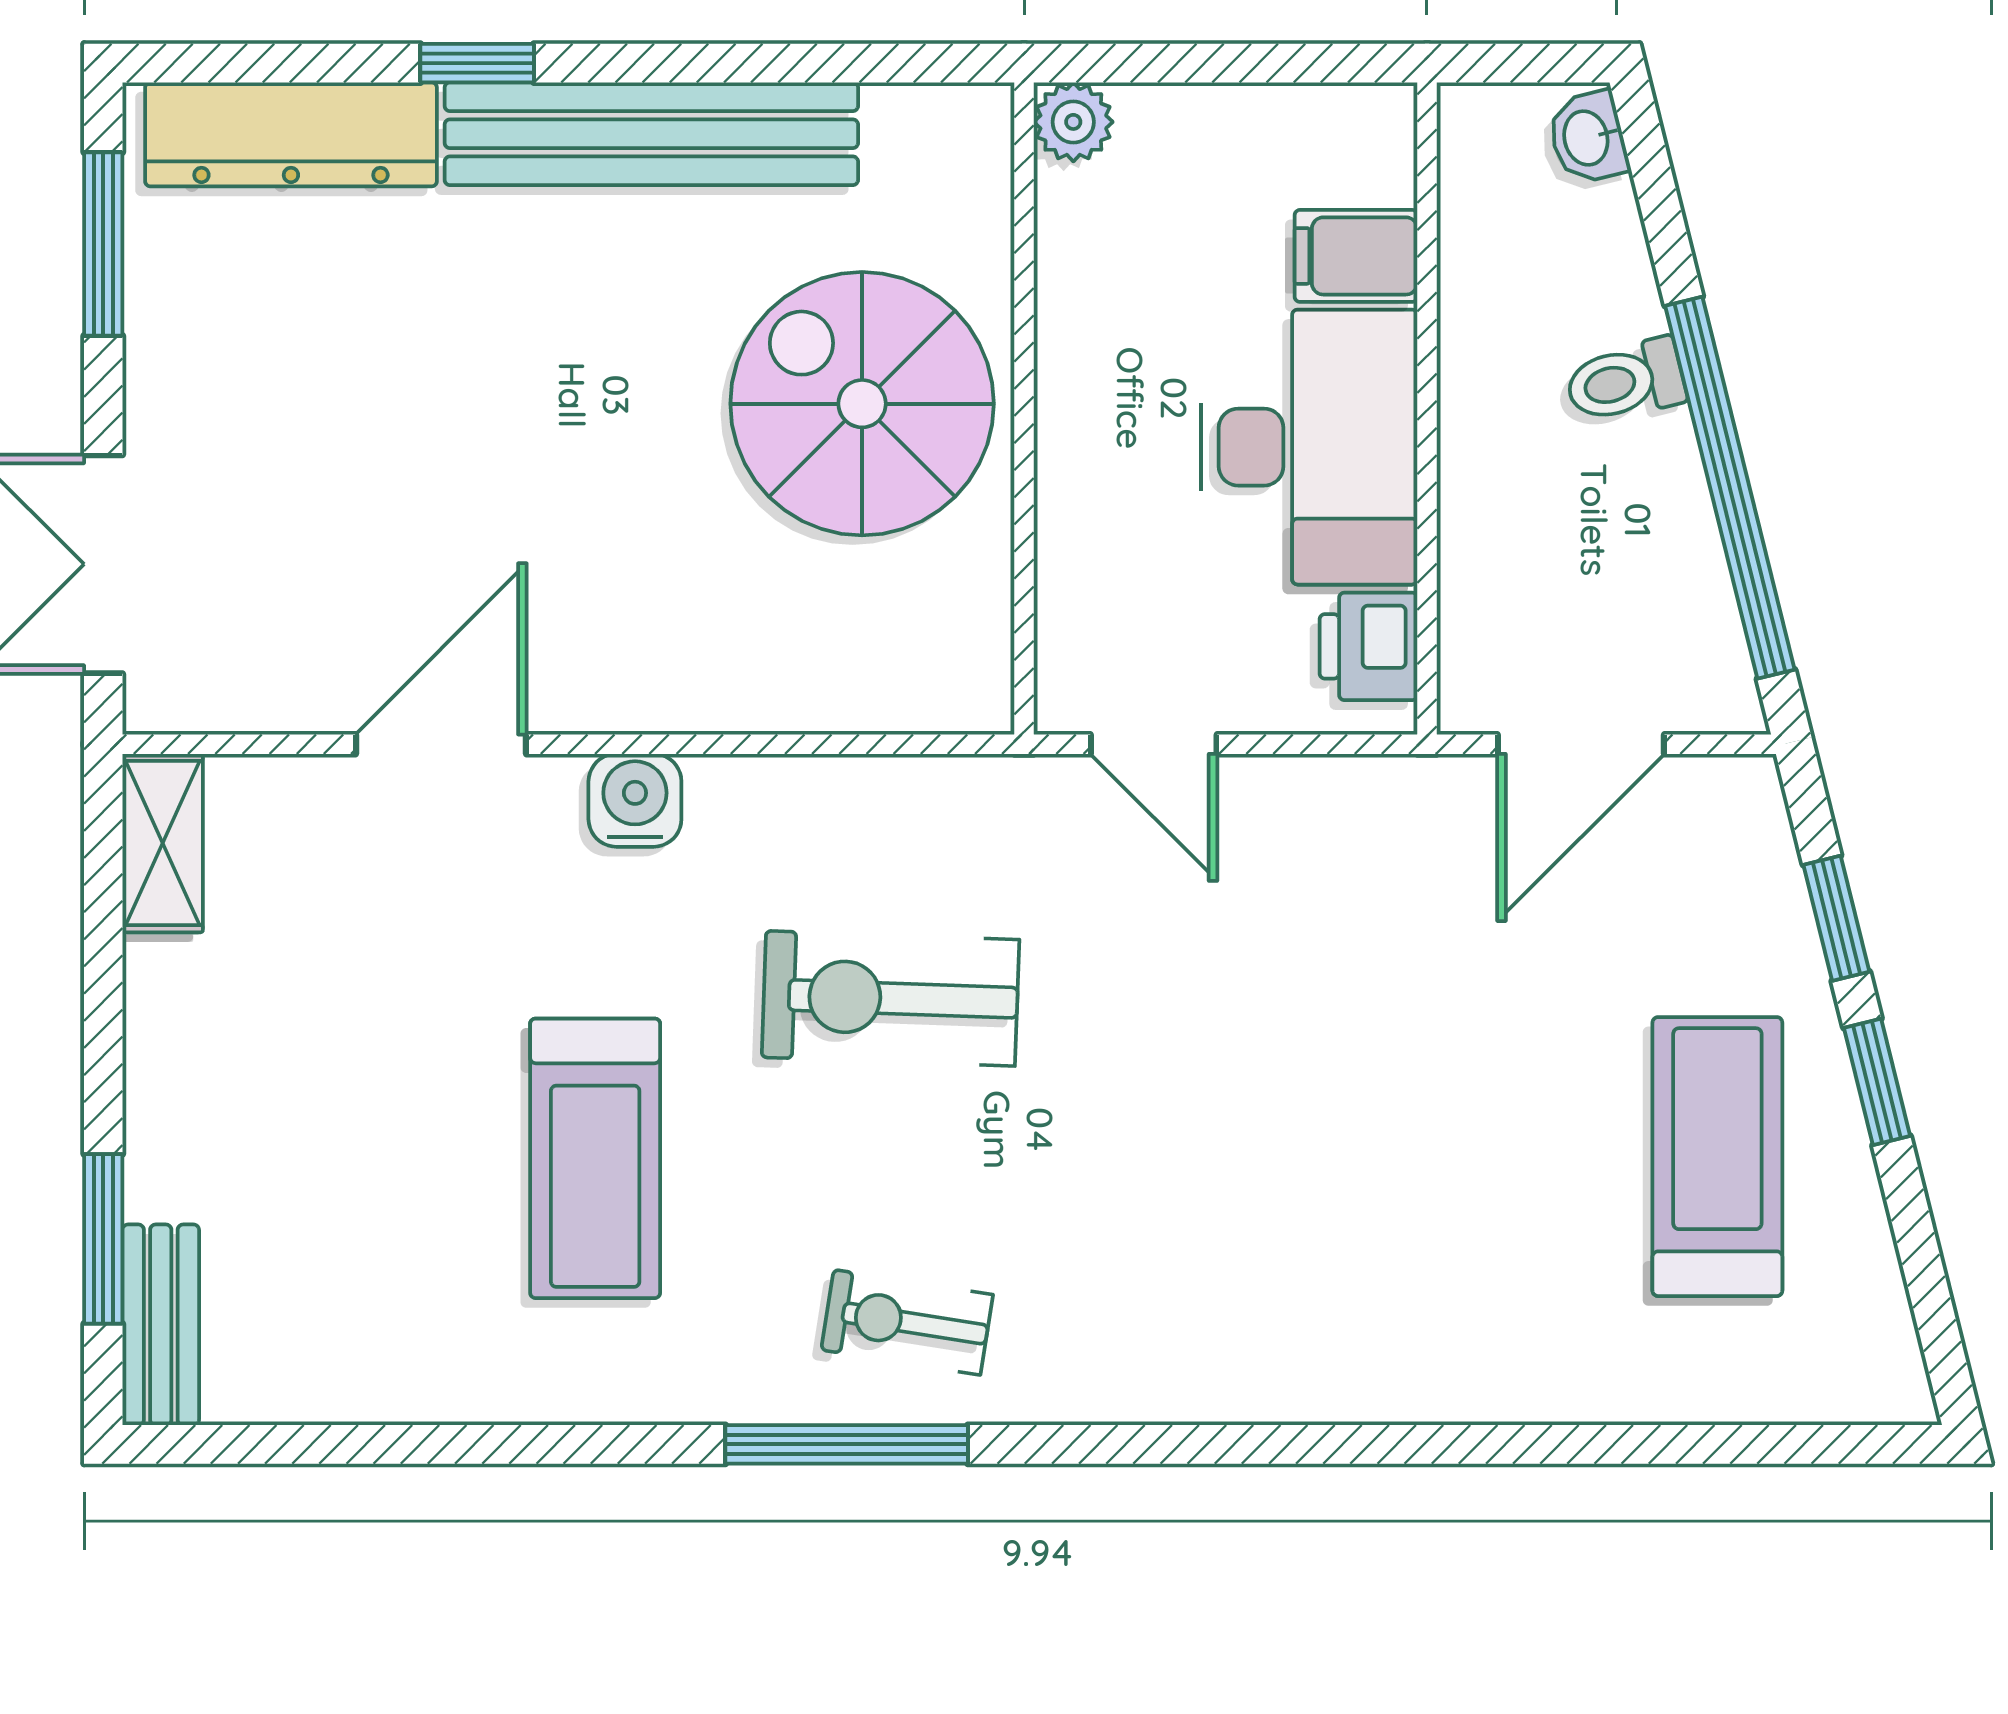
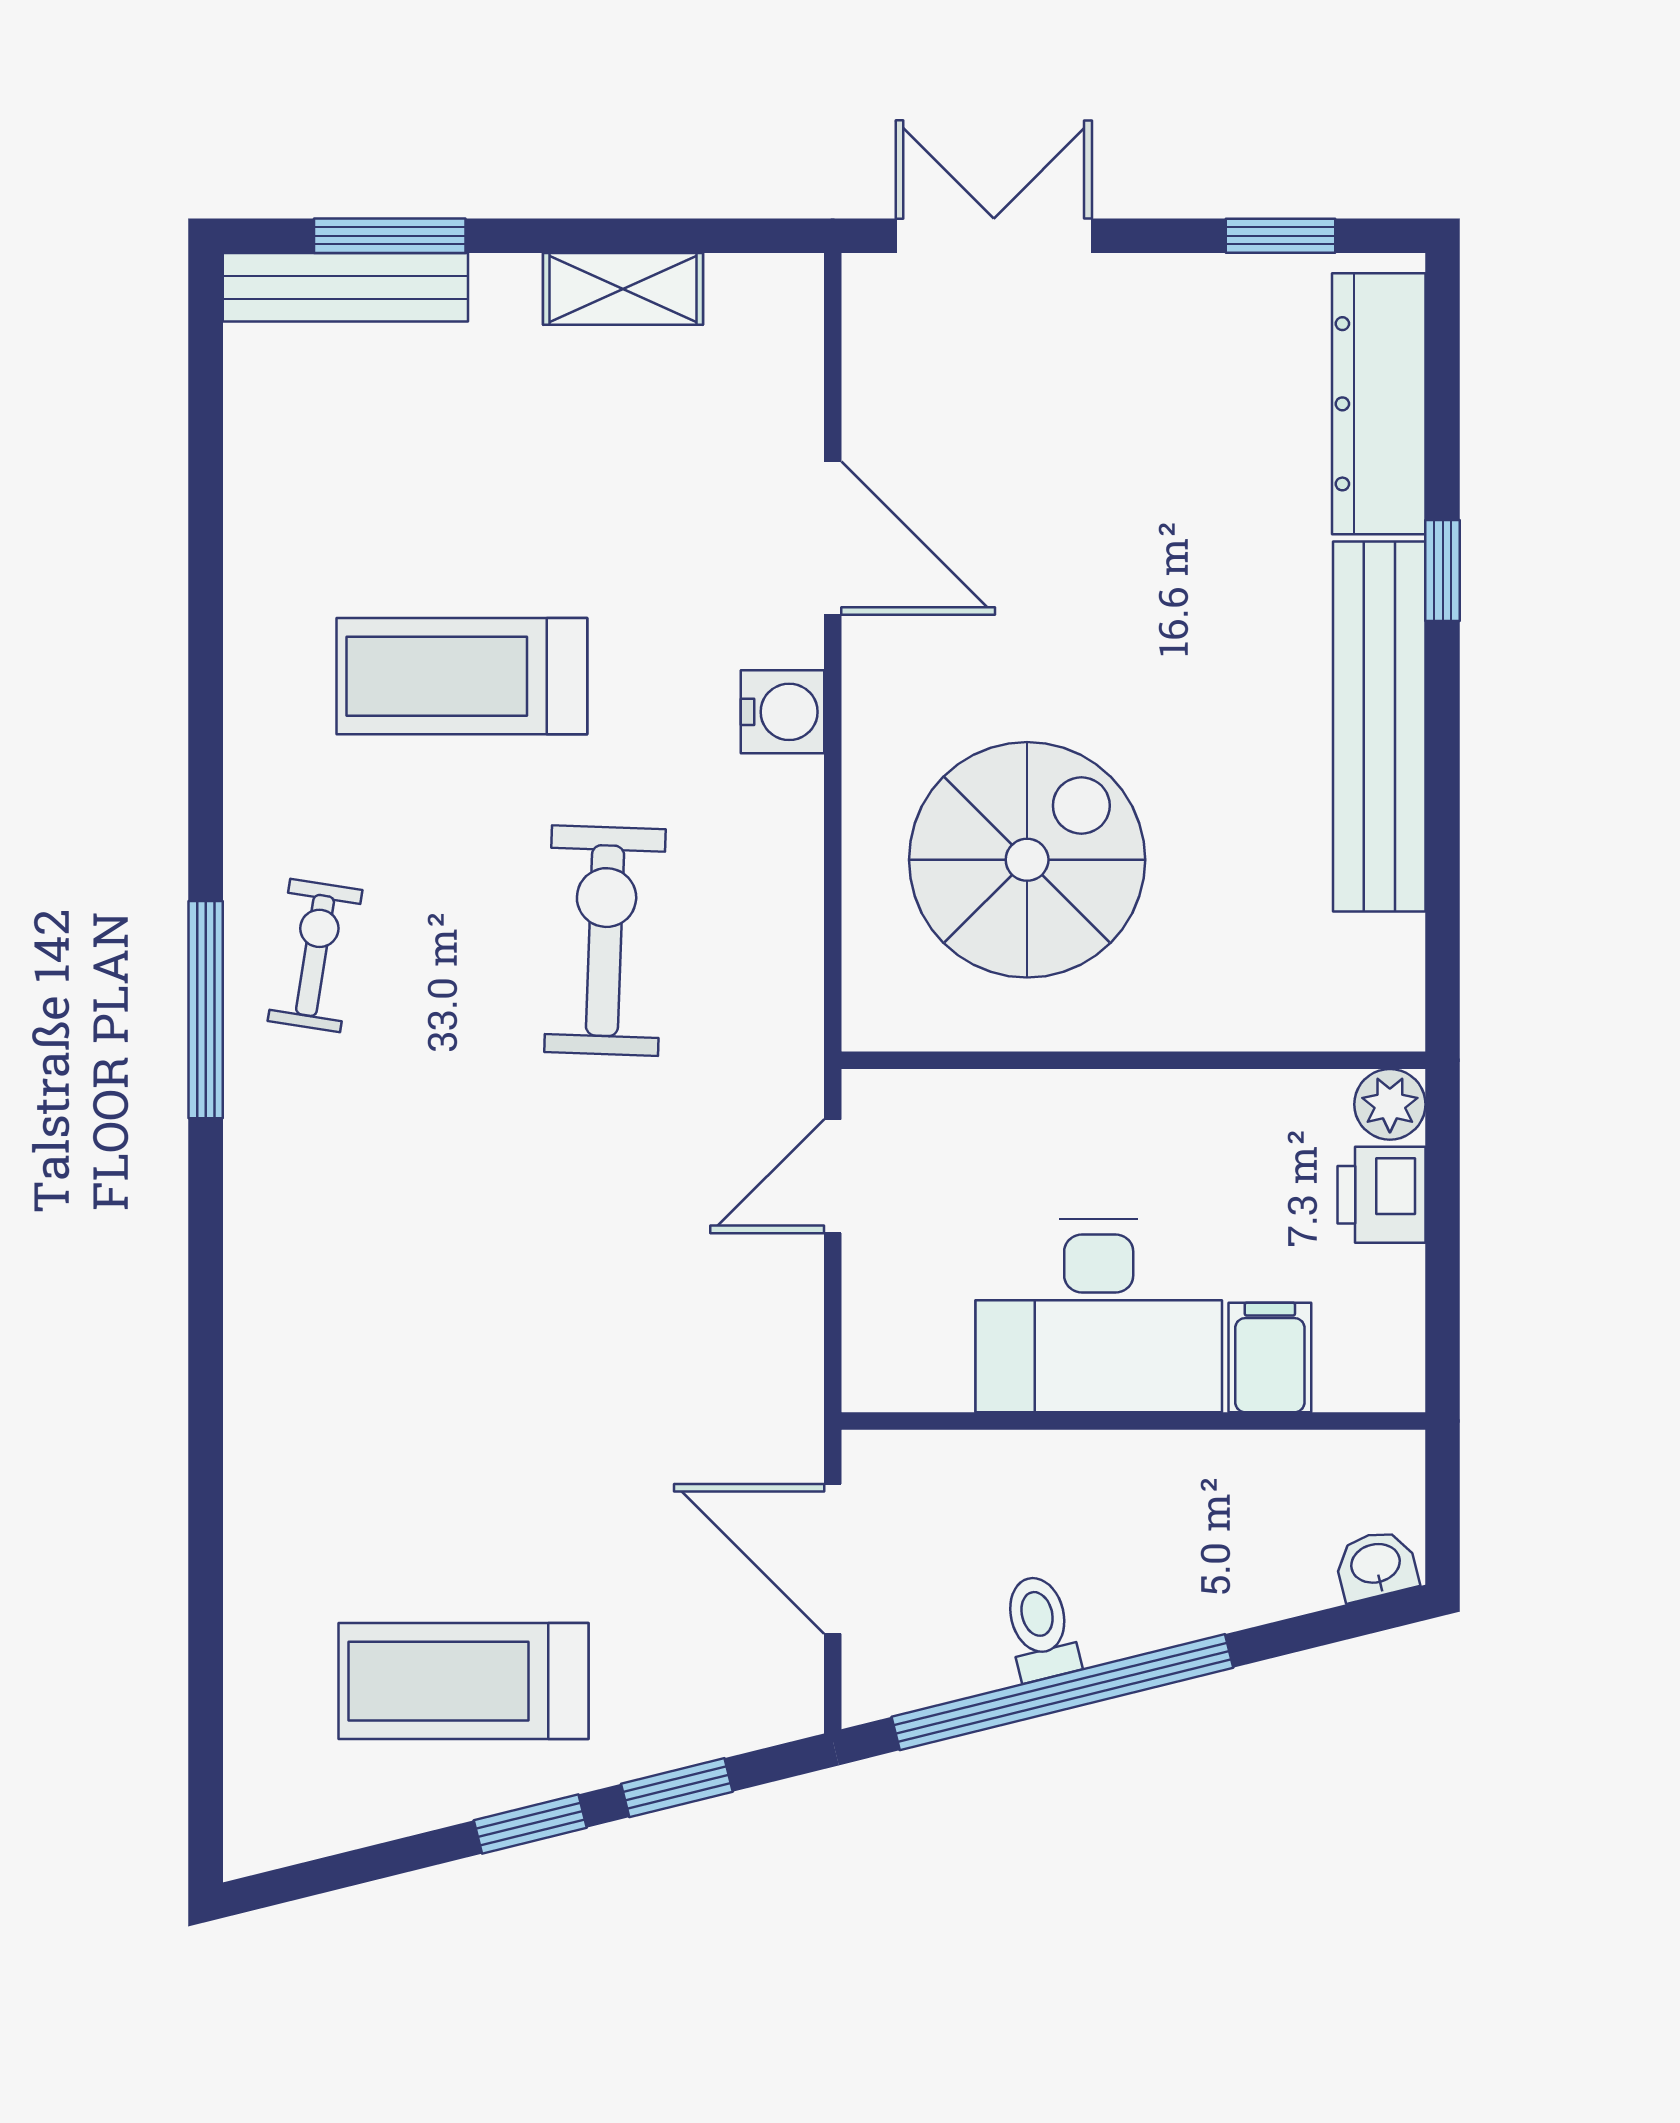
window: (103, 244) -> (1281, 236), width x0.67
toilet: (1625, 381) -> (1040, 1628), moved
spiral stairs: (862, 404) -> (1027, 860), moved
printer: (1368, 646) -> (1382, 1195), moved, turned -90
shelving: (163, 843) -> (623, 289), moved
treadmill: (1717, 1157) -> (463, 1681), turned 180
bench: (161, 1325) -> (345, 287), width x1.36
window: (847, 1444) -> (206, 1010), moved

